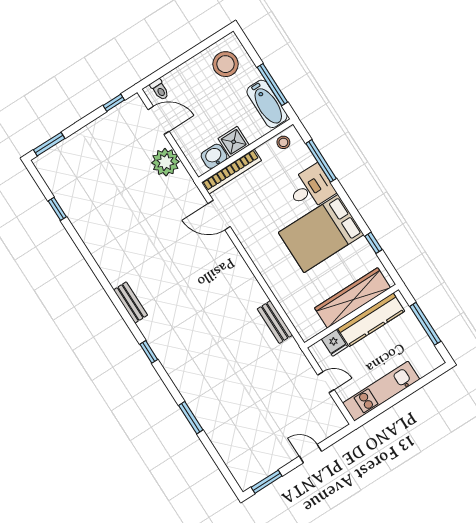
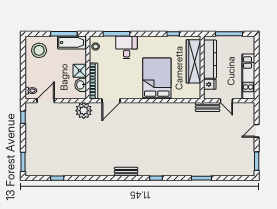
plant: (165, 162) -> (84, 111), moved
bed: (321, 234) -> (157, 79), moved, turned 180
bench: (275, 322) -> (208, 107), moved
door: (326, 382) -> (226, 101), swing flipped

